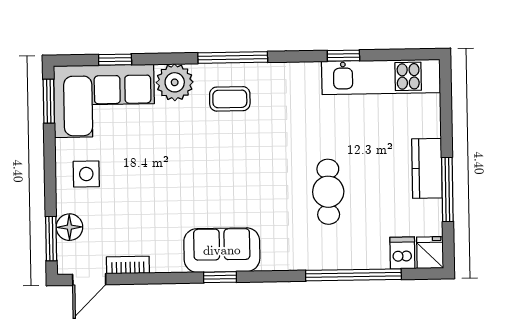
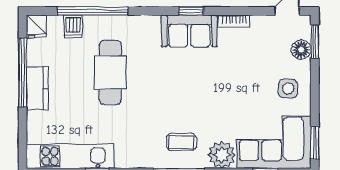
window: (447, 190) -> (23, 73), width x1.46
cafe table: (328, 192) -> (110, 72), width x1.37, depth x1.35
dishwasher: (402, 253) -> (73, 26), moved
bookcase: (128, 265) -> (234, 21), moved

